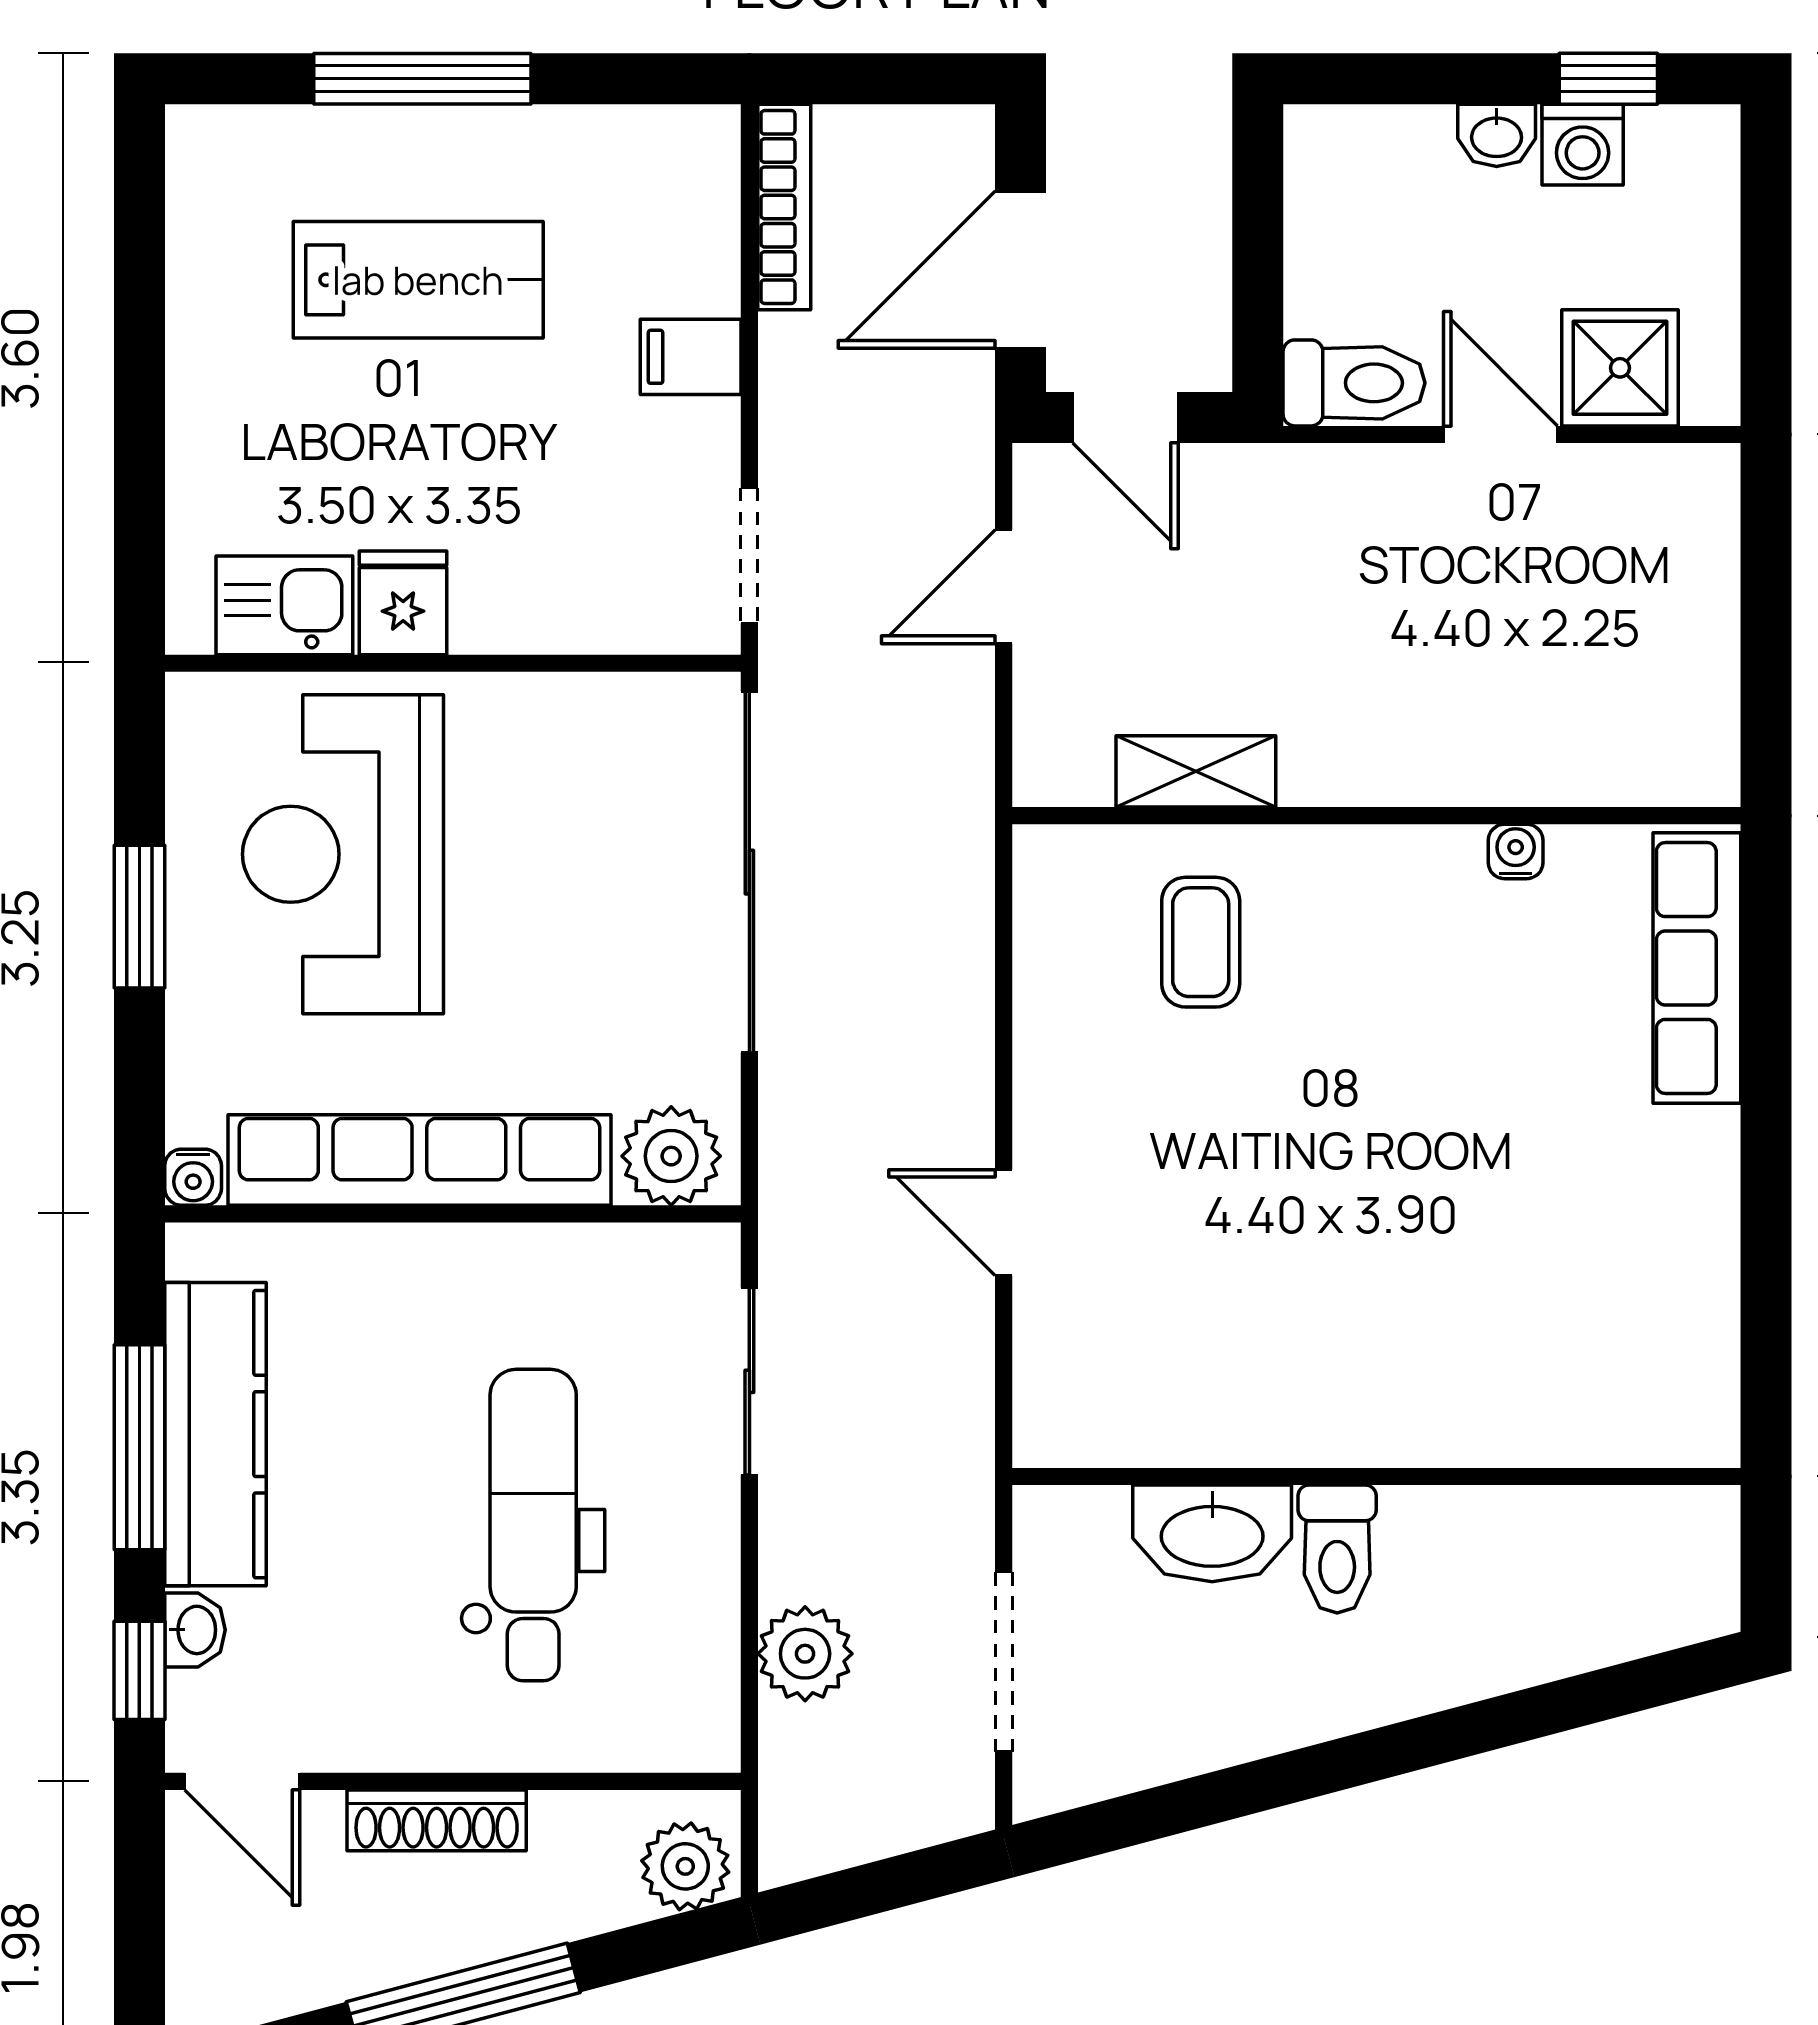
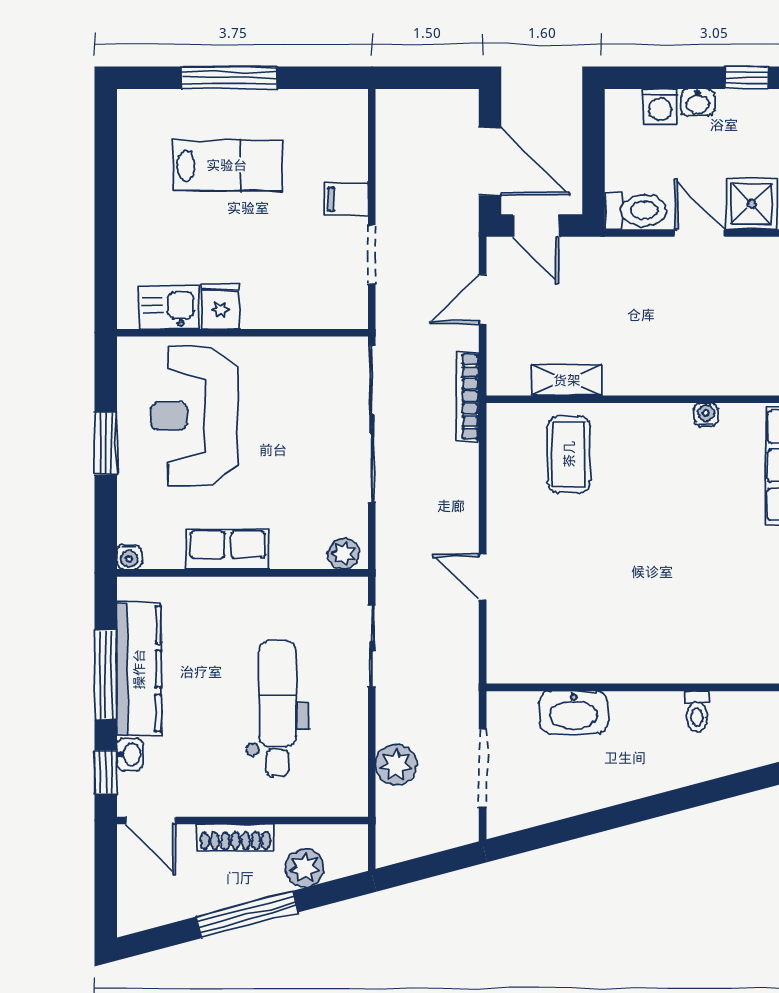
washing machine: (1583, 145) -> (660, 107), moved
bookcase: (784, 207) -> (467, 397), moved, turned 180
door: (1021, 270) -> (490, 161), swing flipped
doorway: (749, 555) -> (372, 254), moved
coffee table: (1201, 942) -> (569, 454), width x1.36, depth x1.30
plant: (671, 1156) -> (344, 554), width x0.73, depth x0.73
row of seats: (419, 1160) -> (228, 549), width x0.50
toilet: (1337, 1549) -> (697, 711), moved, width x0.73, depth x0.72
plant: (685, 1866) -> (305, 868), moved

